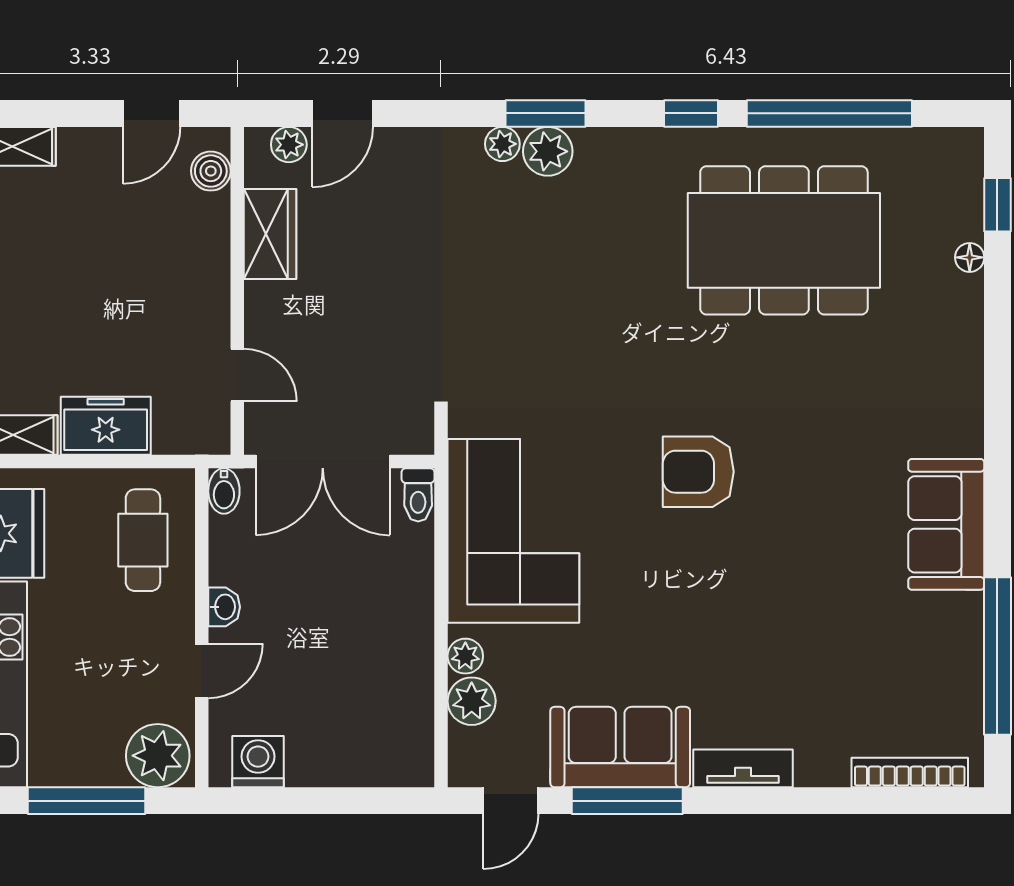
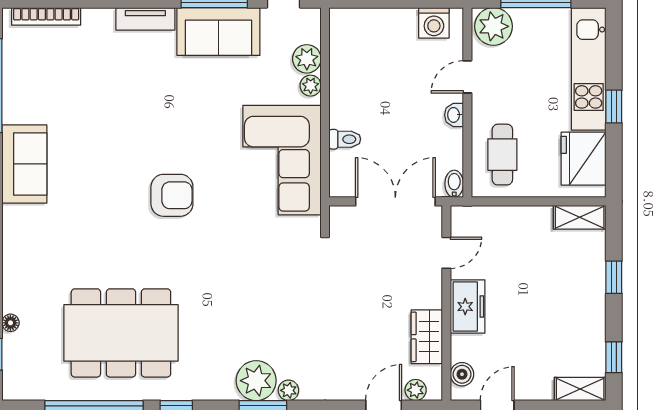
plant: (548, 151) -> (256, 381), width x1.36, depth x1.36
door: (237, 375) -> (446, 253), swing flipped
freezer: (106, 426) -> (468, 307), moved, turned -90
toilet: (418, 495) -> (345, 139), moved, turned 90

